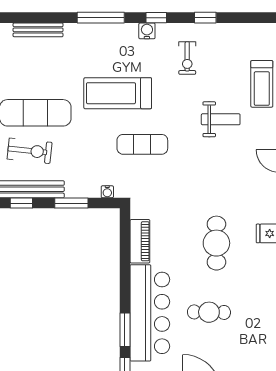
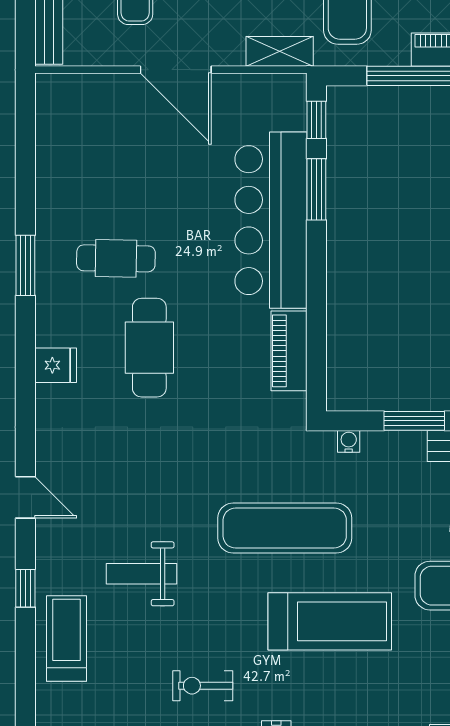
exercise bike: (187, 58) -> (203, 686), turned -90
exercise mat: (142, 144) -> (285, 528), width x1.36, depth x1.45
cafe table: (209, 312) -> (116, 258), moved

